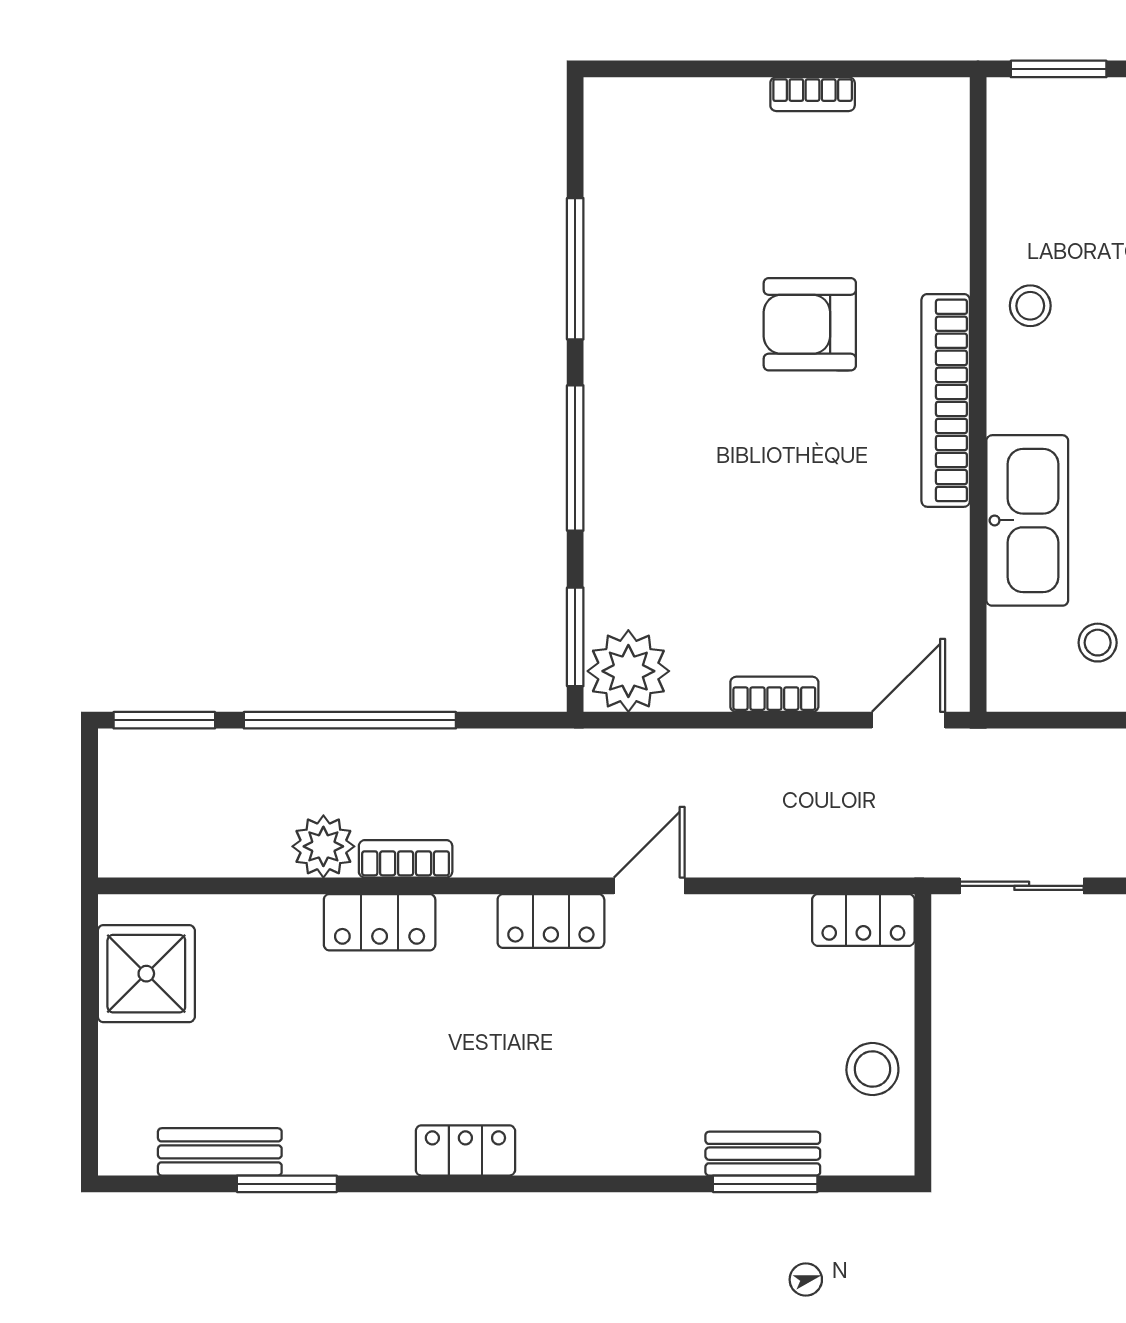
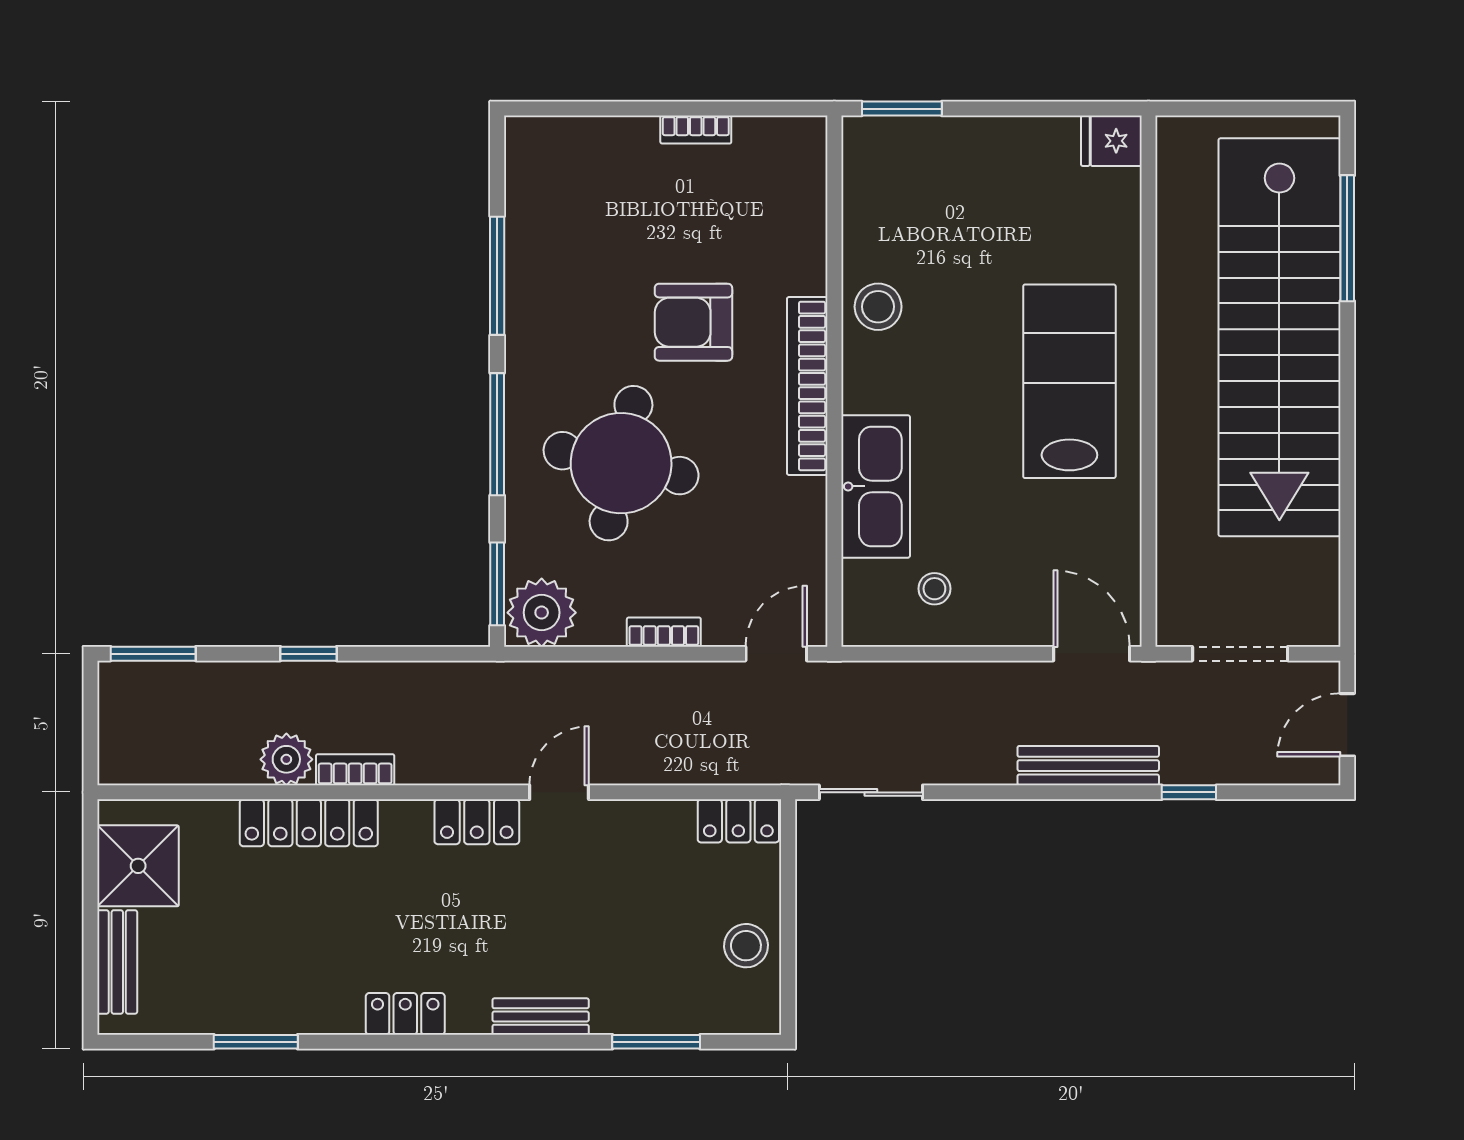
stool: (1030, 306) -> (878, 307), width x1.37, depth x1.37
round table: (723, 493) -> (621, 463), added
window: (350, 720) -> (308, 654), width x0.32
locker: (380, 922) -> (309, 823), width x1.53
bench: (220, 1152) -> (117, 962), moved, turned 90
bench: (763, 1154) -> (541, 1017), moved

